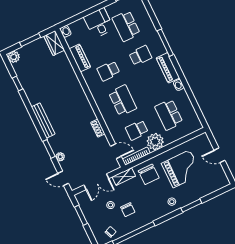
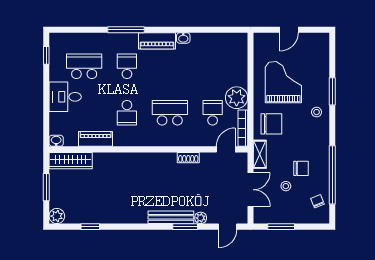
school desk: (126, 26) -> (84, 66), turned 180
wardrobe: (54, 43) -> (71, 161), width x1.50
school desk: (169, 115) -> (213, 66), removed
bench: (43, 120) -> (171, 217), moved
school desk: (137, 130) -> (213, 113), turned 180

